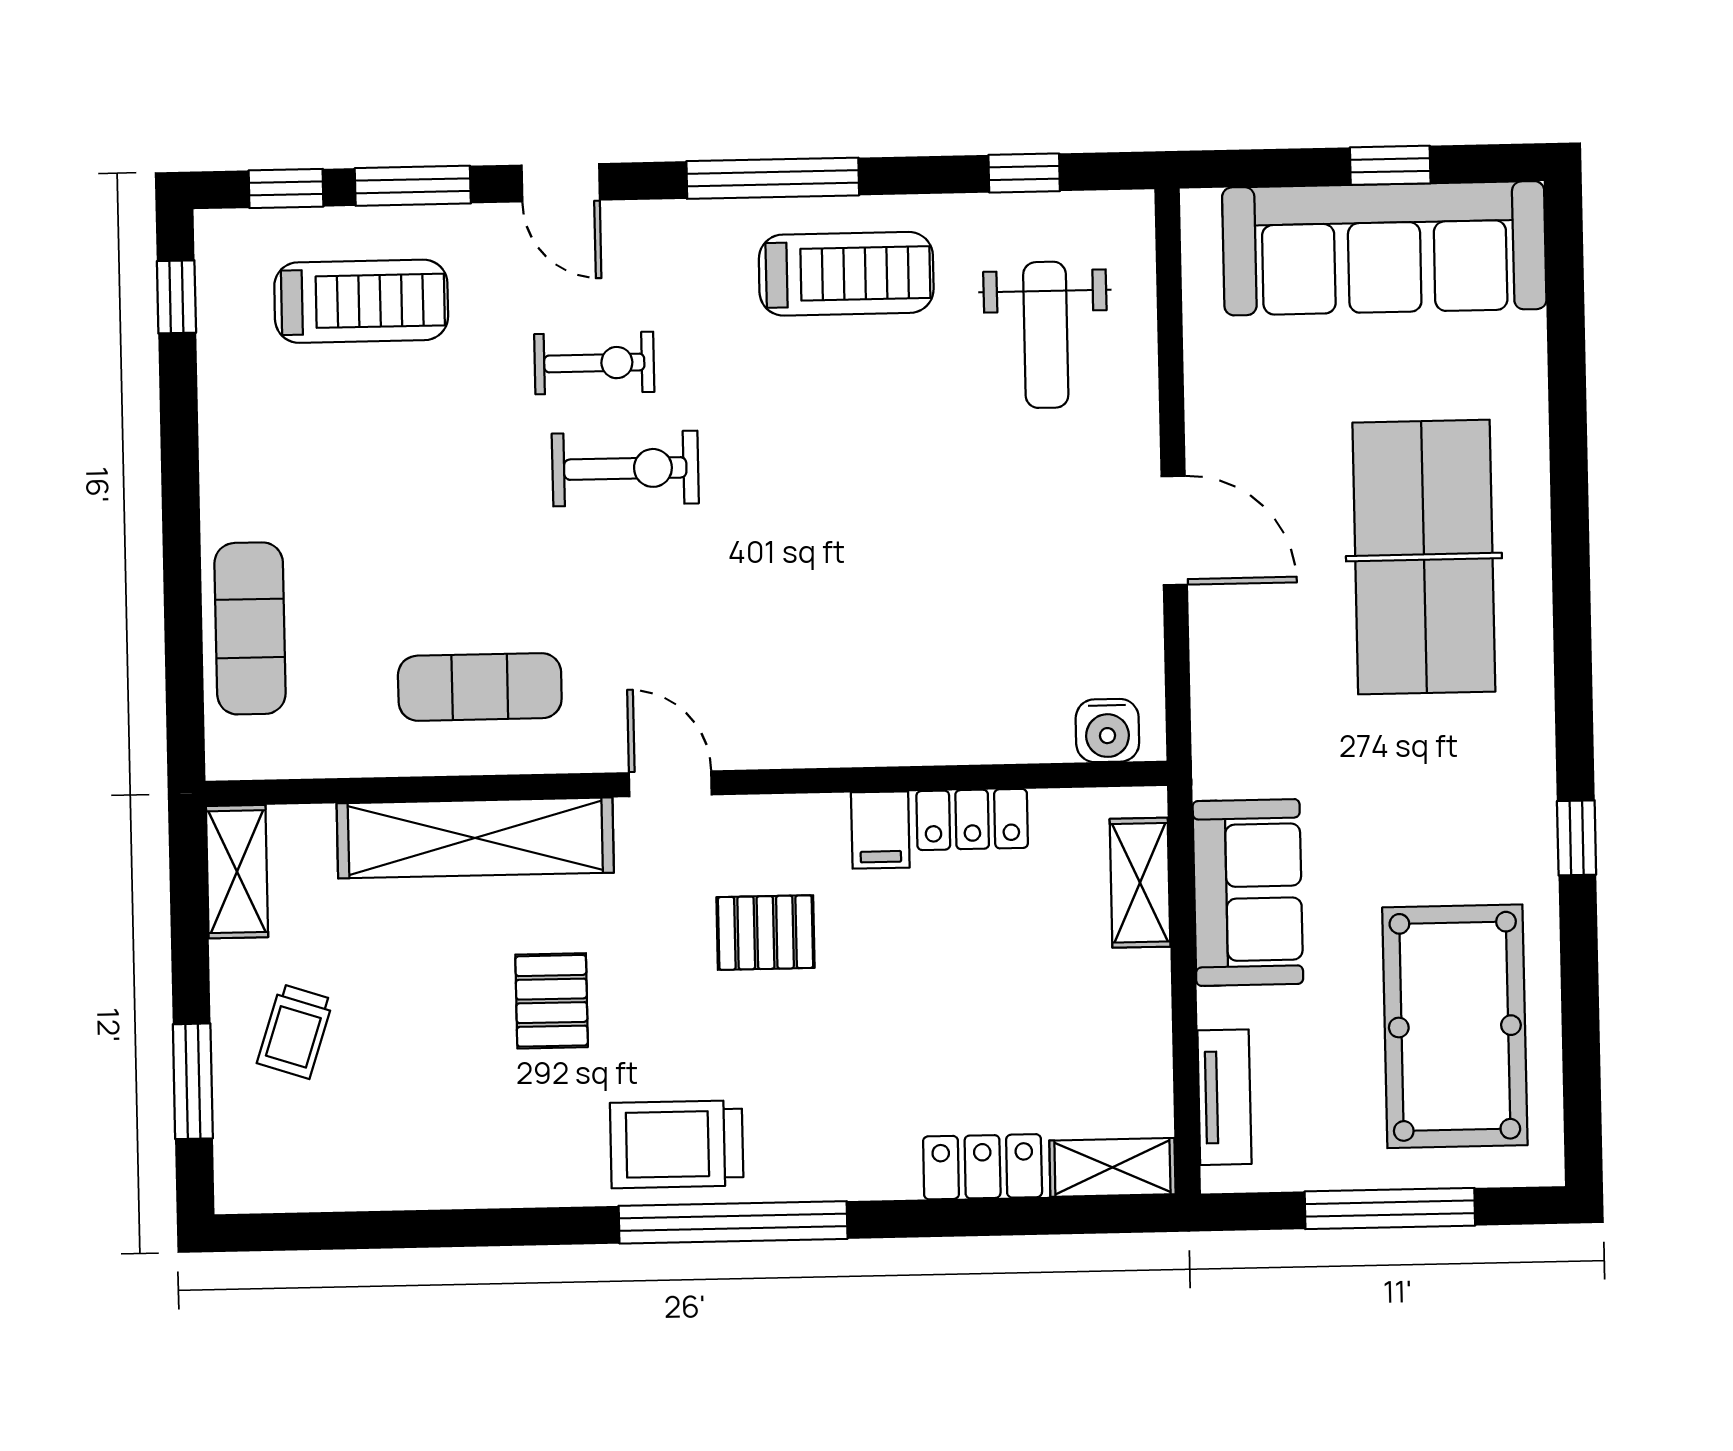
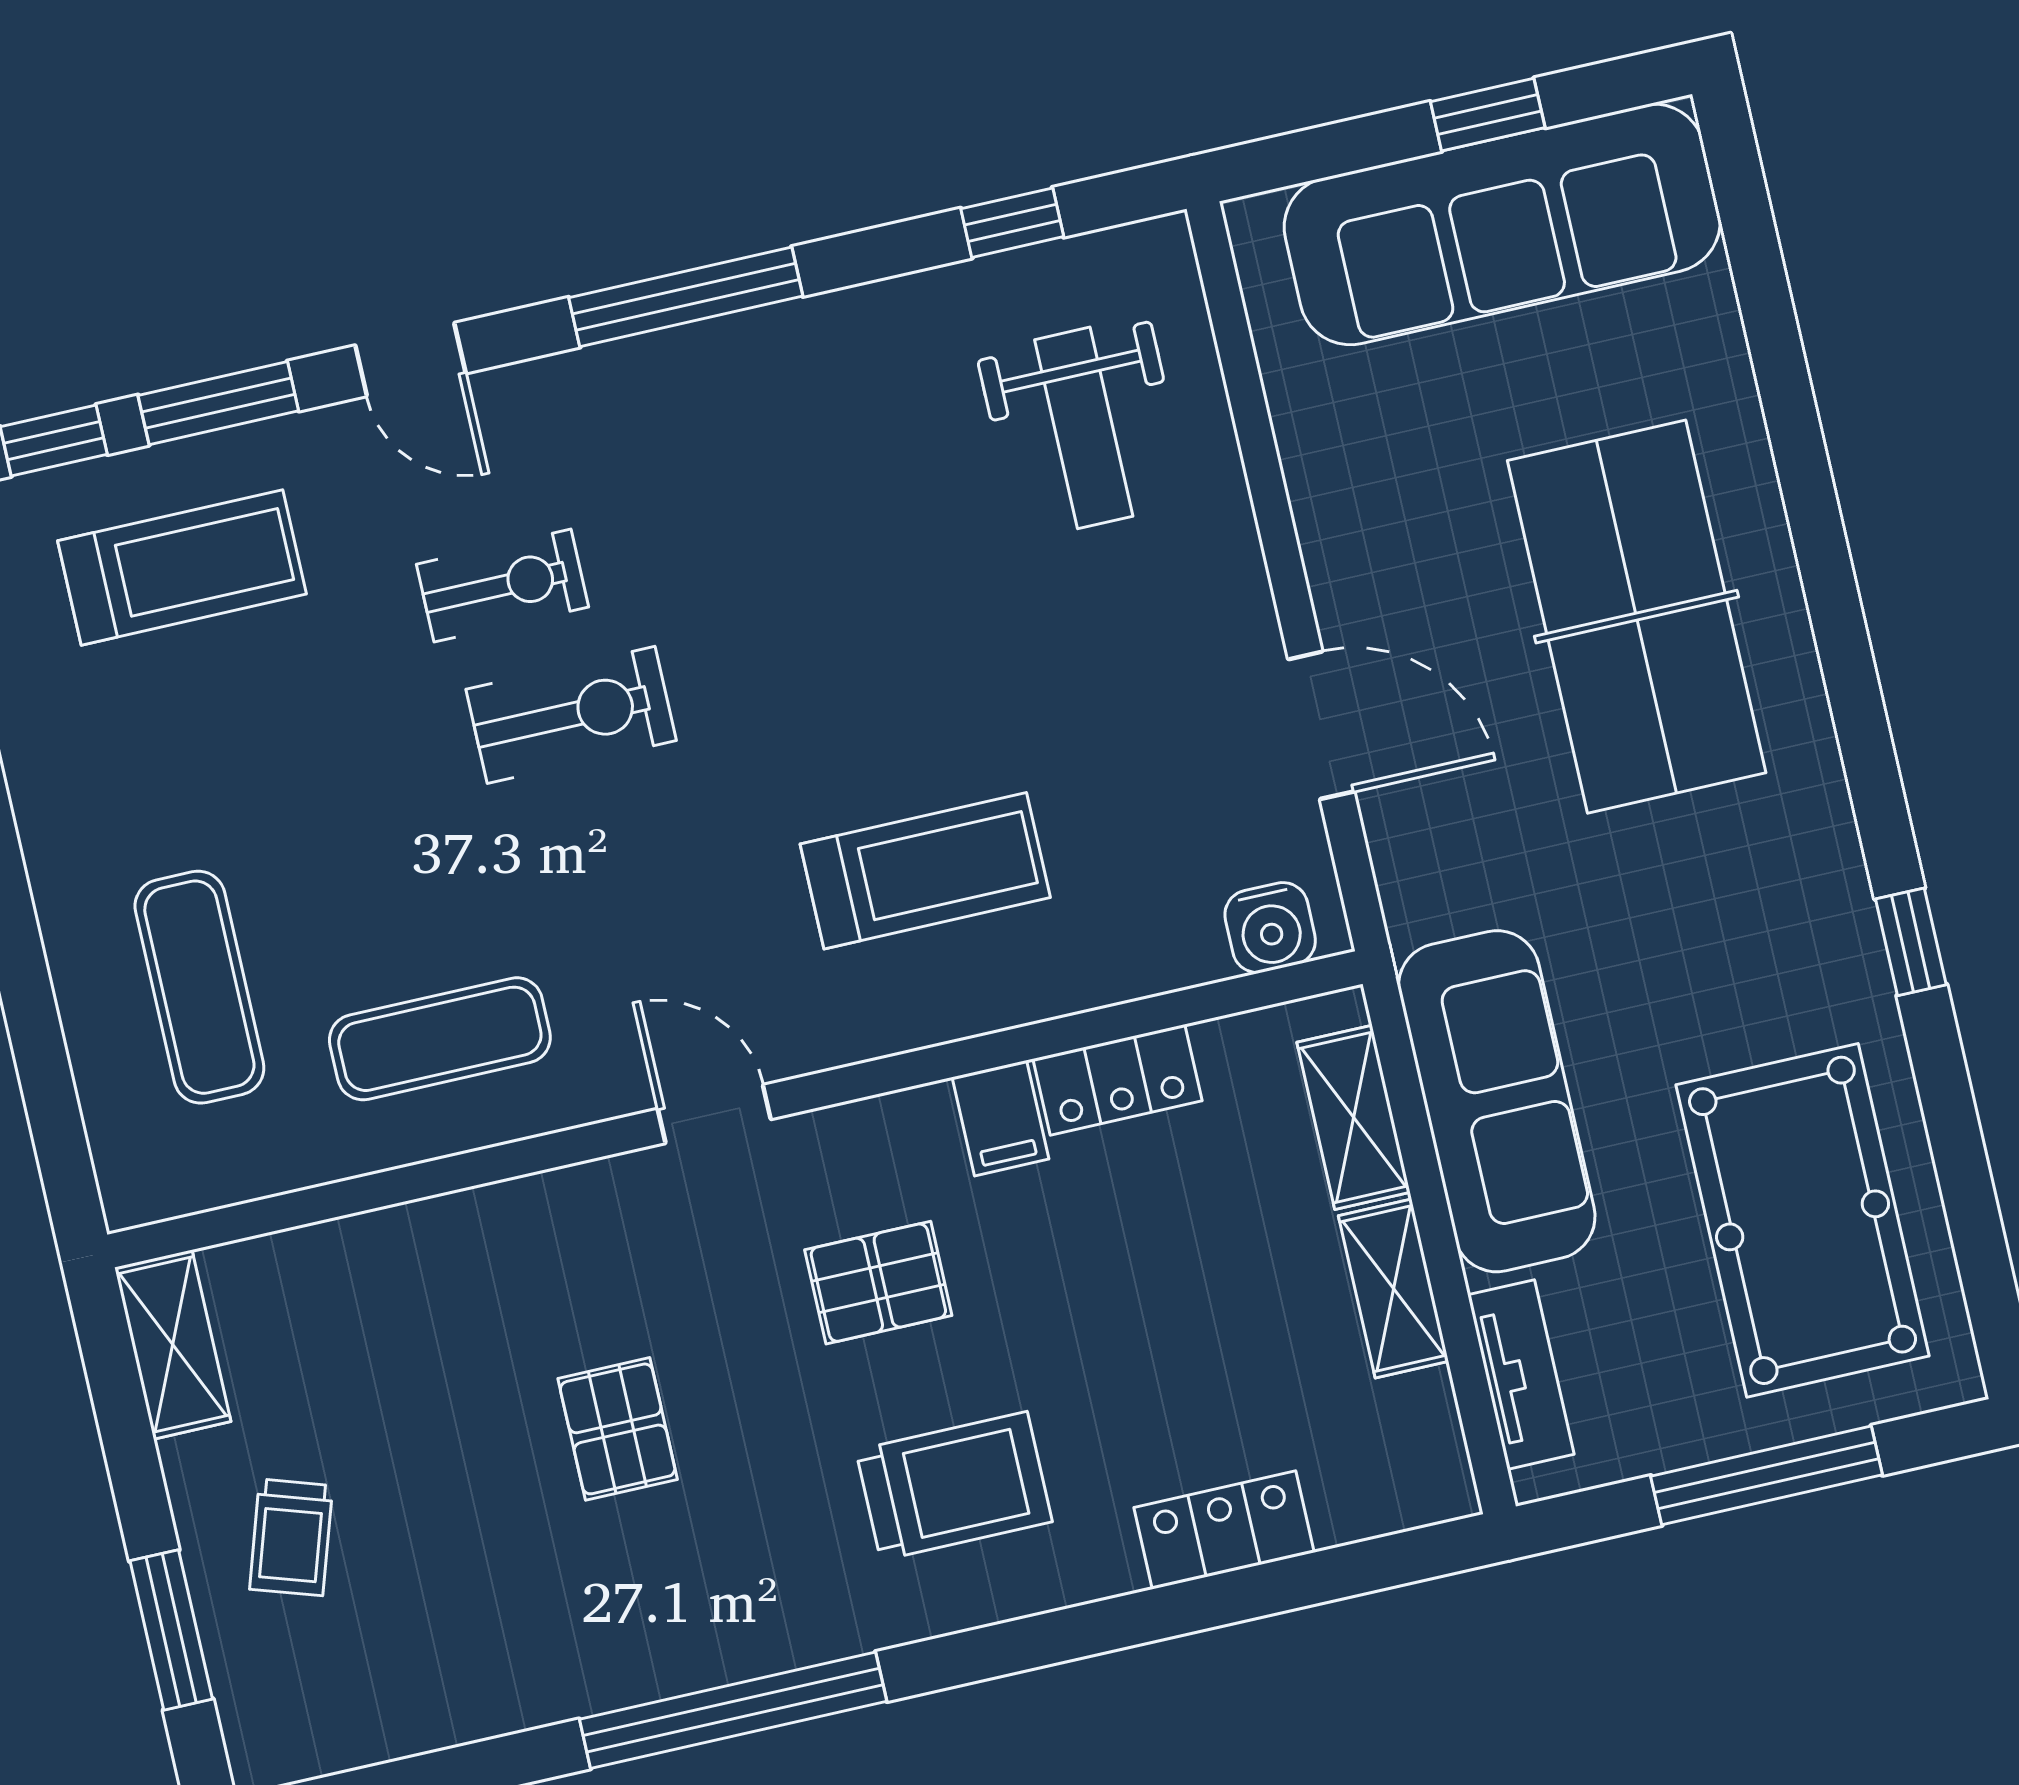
treadmill: (846, 274) -> (925, 871), moved
door: (1174, 530) -> (1321, 725), moved
exercise mat: (250, 628) -> (199, 987), moved
shelving: (475, 838) -> (474, 1237), removed
sofa: (1248, 892) -> (1497, 1101), width x1.36
trolley: (677, 1144) -> (954, 1486), moved, turned 180
shelving: (1112, 1167) -> (1394, 1288), moved, turned 90
window: (733, 1222) -> (733, 1710), moved

